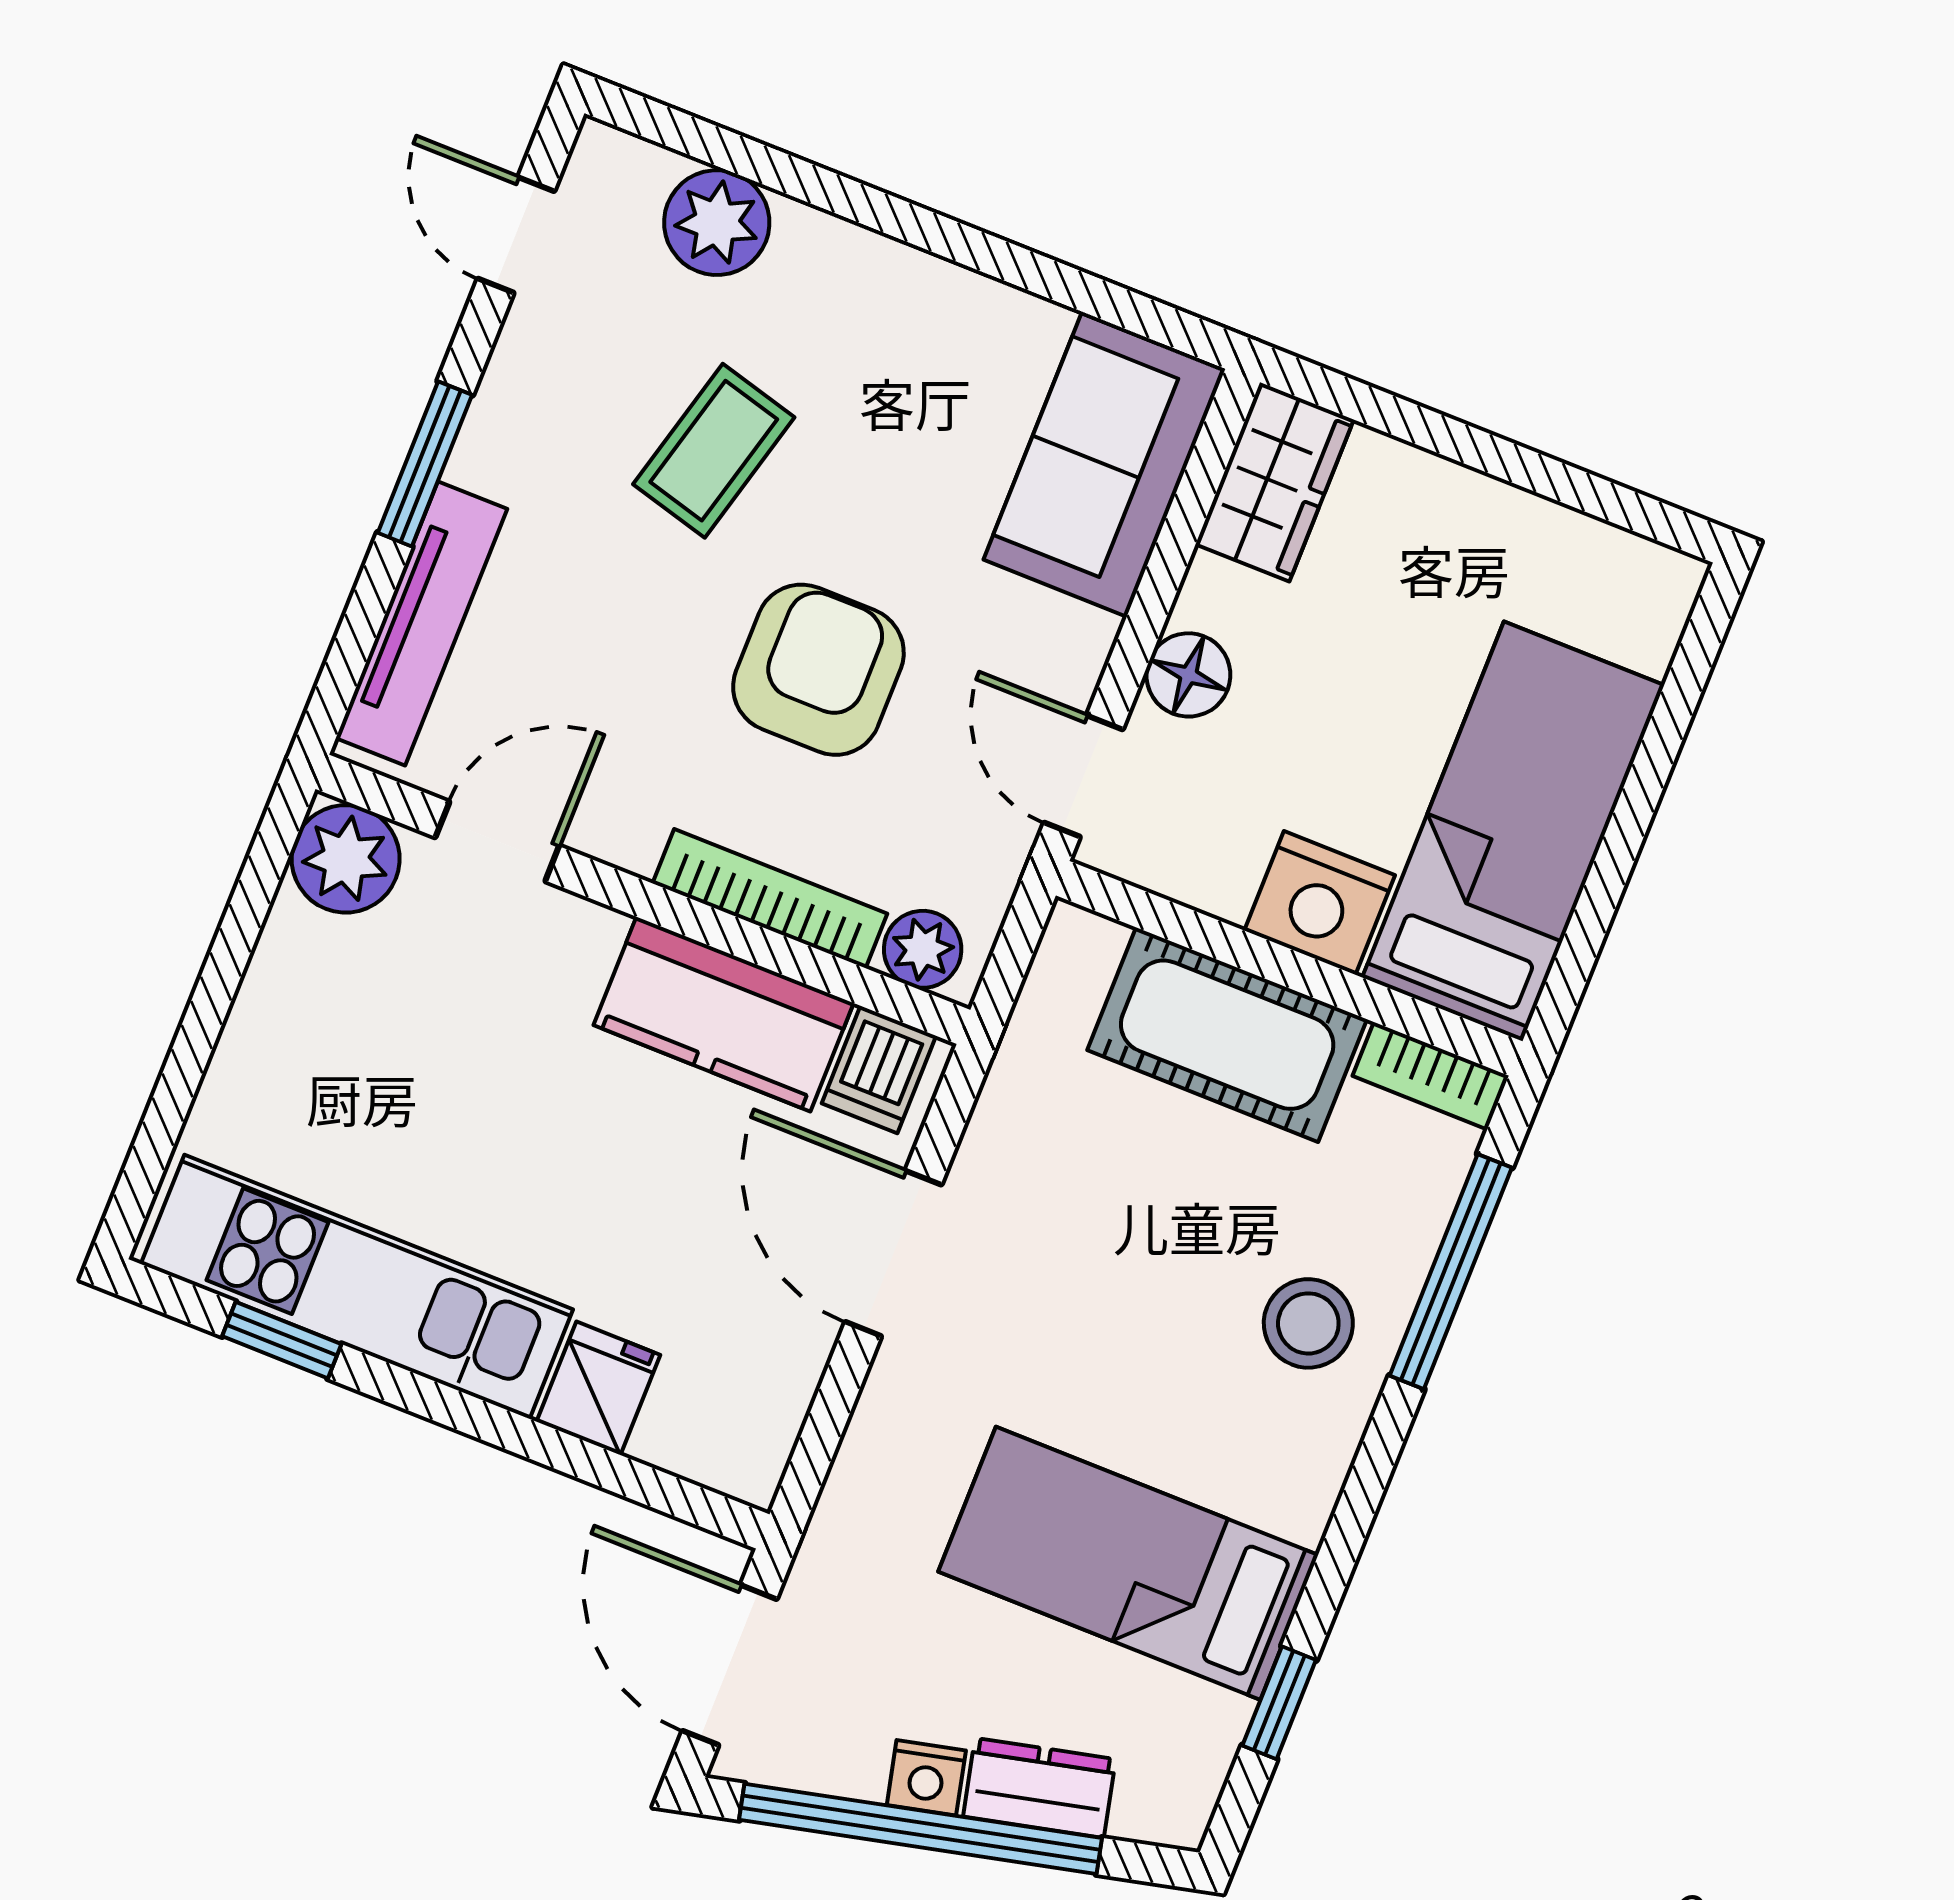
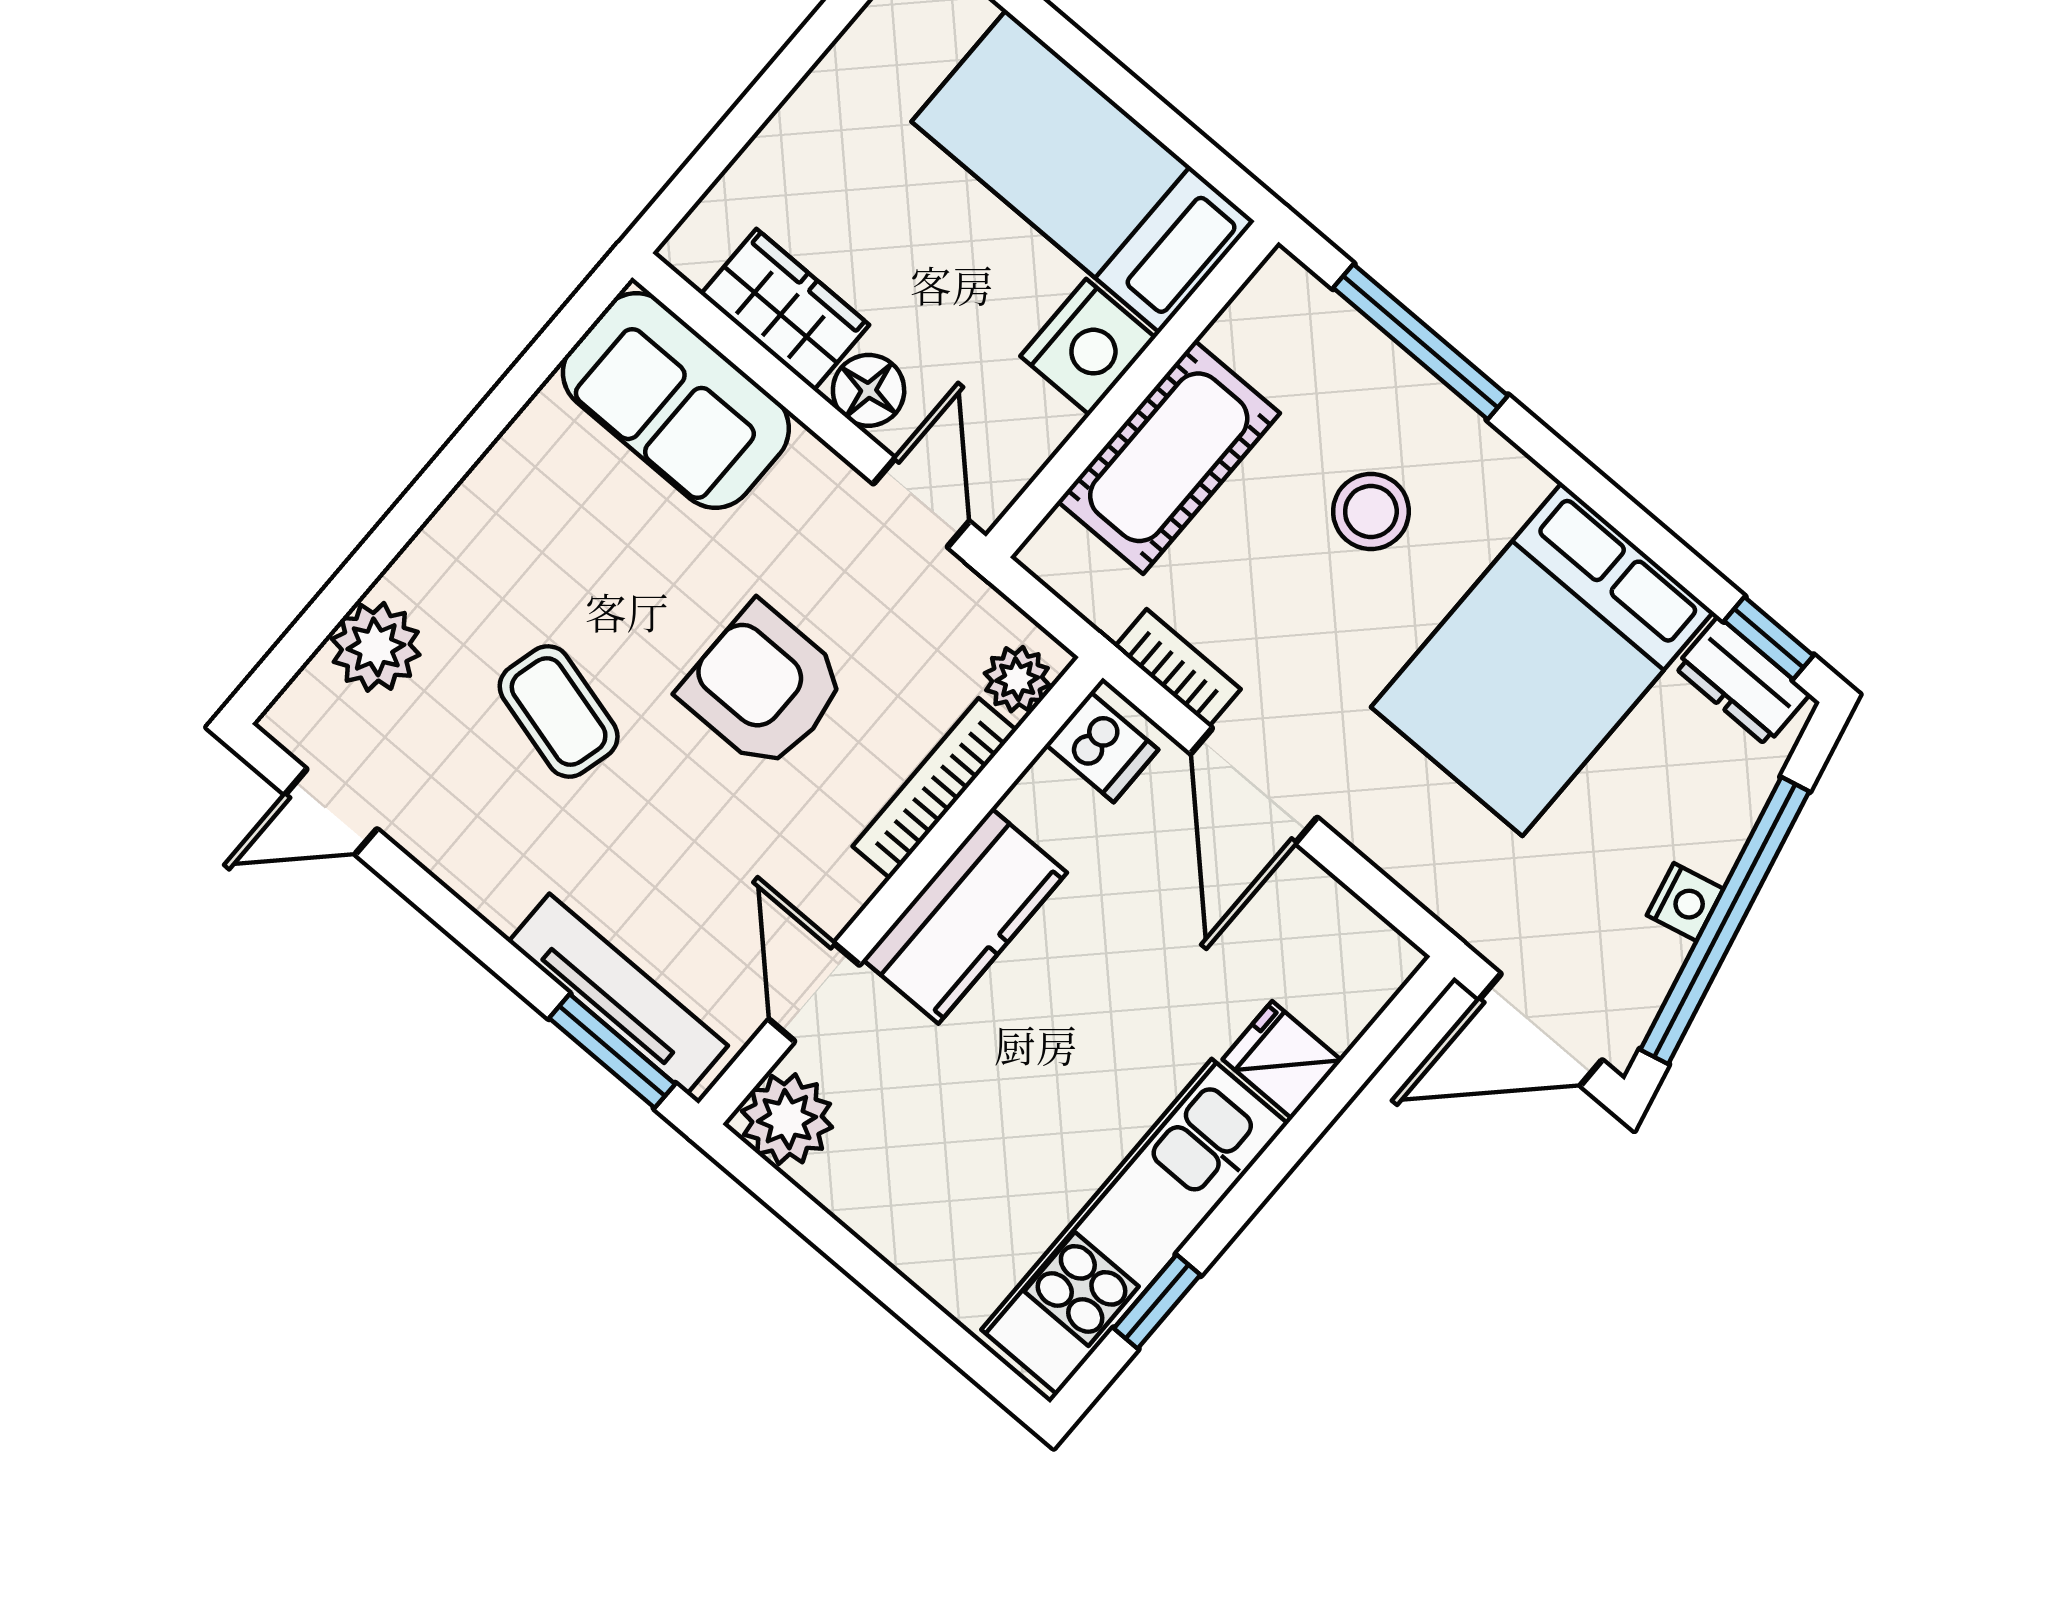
window: (425, 464) -> (612, 1051), moved
wardrobe: (1275, 482) -> (785, 309), moved
door: (1083, 776) -> (921, 503), swing flipped
kitchen counter: (724, 1014) -> (965, 916), moved
bookcase: (1431, 1076) -> (1178, 668), moved, turned -90
door: (893, 1253) -> (1254, 786), hinge flipped
stool: (1308, 1323) -> (1371, 511), moved
bed: (1128, 1563) -> (1542, 659), width x1.50
window: (1279, 1703) -> (1769, 638), moved
dresser: (1039, 1788) -> (1742, 681), moved, turned -77

